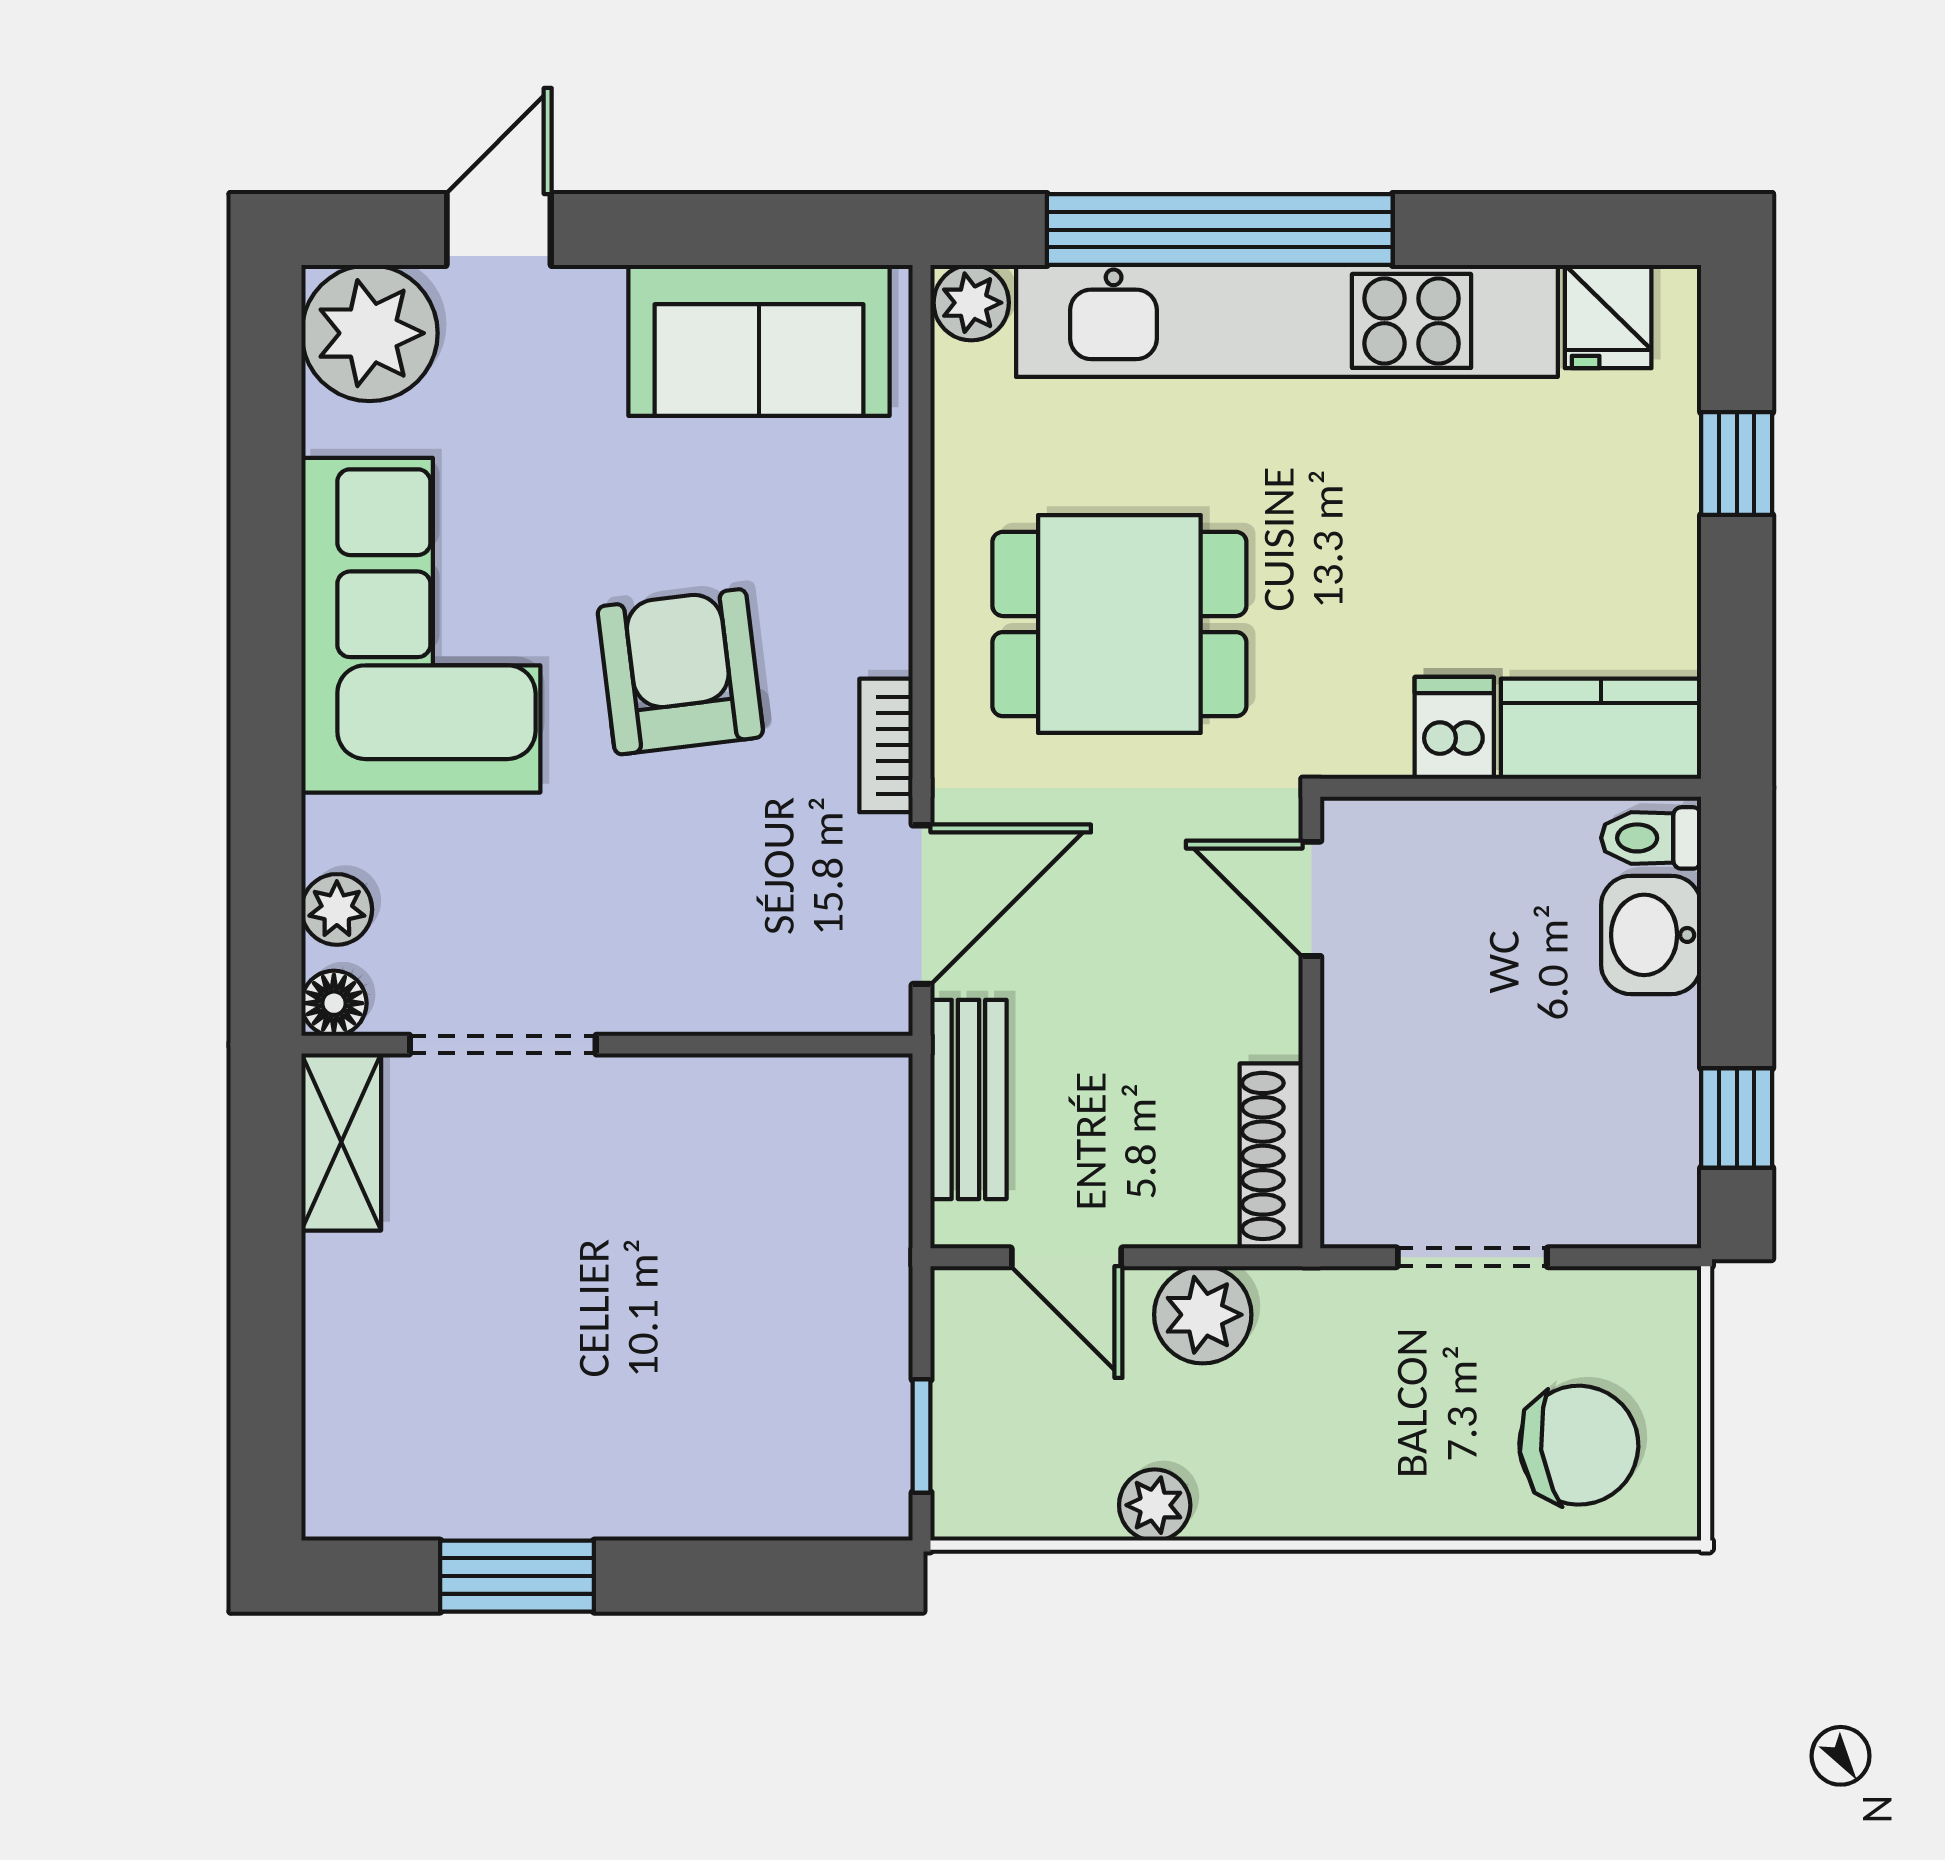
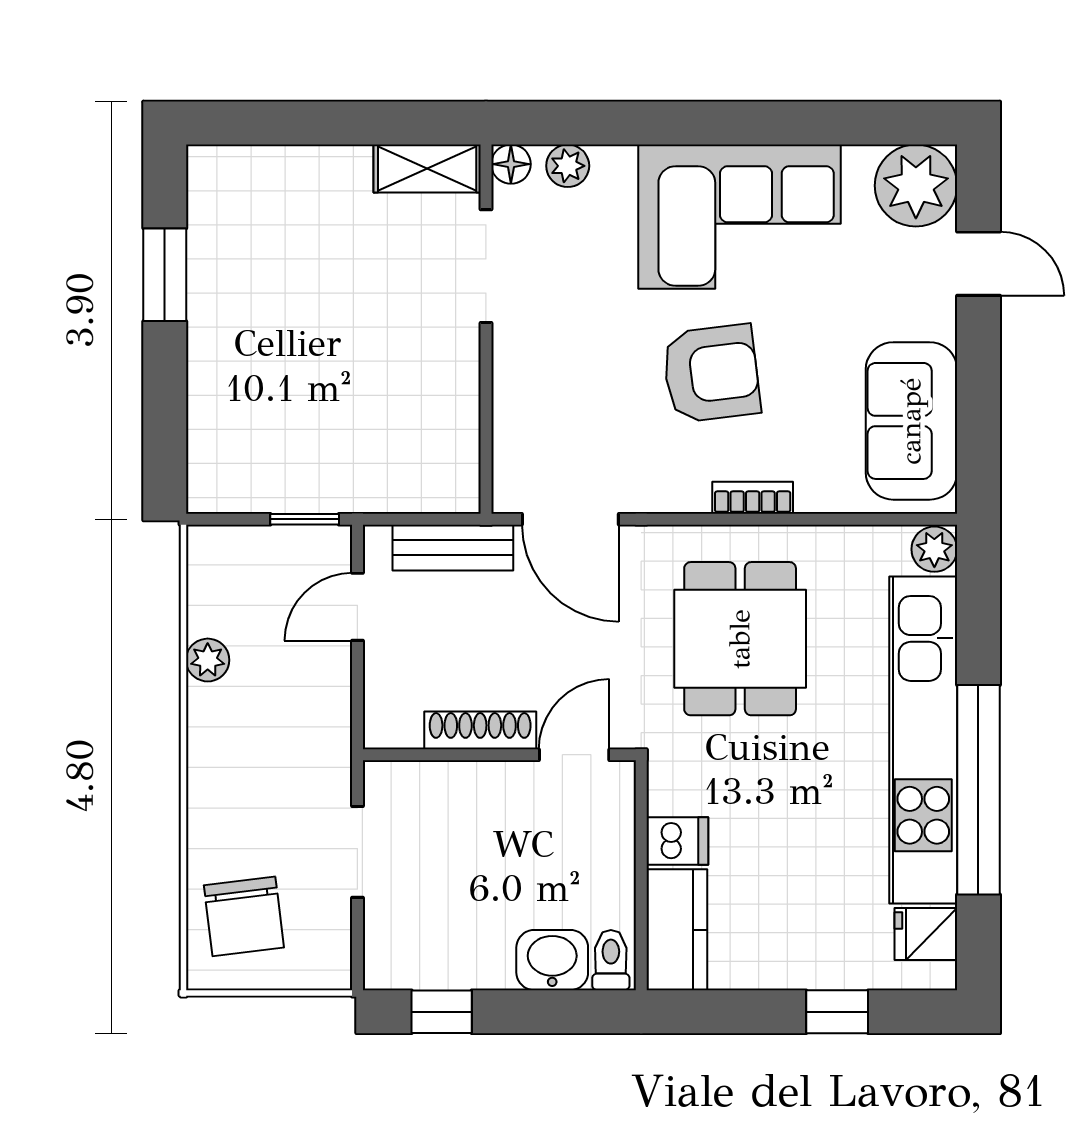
window: (1220, 230) -> (978, 790), moved
bookcase: (886, 745) -> (753, 498), moved
shoe rack: (1271, 1156) -> (480, 730), moved
plant: (1203, 1315) -> (323, 689), removed
window: (922, 1436) -> (305, 519), moved

